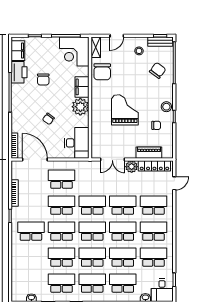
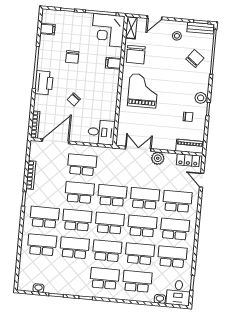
filing cabinet: (18, 51) -> (48, 29), width x0.50
printer: (19, 72) -> (44, 83), moved
filing cabinet: (82, 87) -> (113, 63), width x0.50
plant: (80, 107) -> (109, 90), removed
grand piano: (125, 110) -> (143, 91), moved
desk: (77, 143) -> (101, 132), width x0.73
piano: (149, 153) -> (190, 146), moved
door: (35, 159) -> (56, 141), hinge flipped
double door: (112, 159) -> (138, 149), swing flipped
locker: (154, 166) -> (188, 160), width x0.66
door: (174, 183) -> (202, 180), swing flipped
school desk: (62, 283) -> (42, 245), moved

